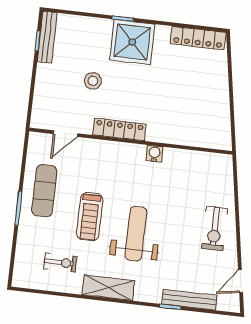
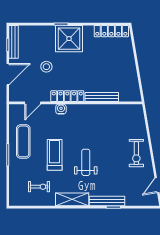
door: (33, 86) -> (8, 74), added
bench: (172, 137) -> (102, 97), added
water cooler: (154, 154) -> (61, 109), moved
treadmill: (90, 217) -> (55, 155), turned 180
weight bench: (136, 234) -> (86, 162), width x0.73, depth x0.75
bench: (189, 300) -> (107, 201), moved

